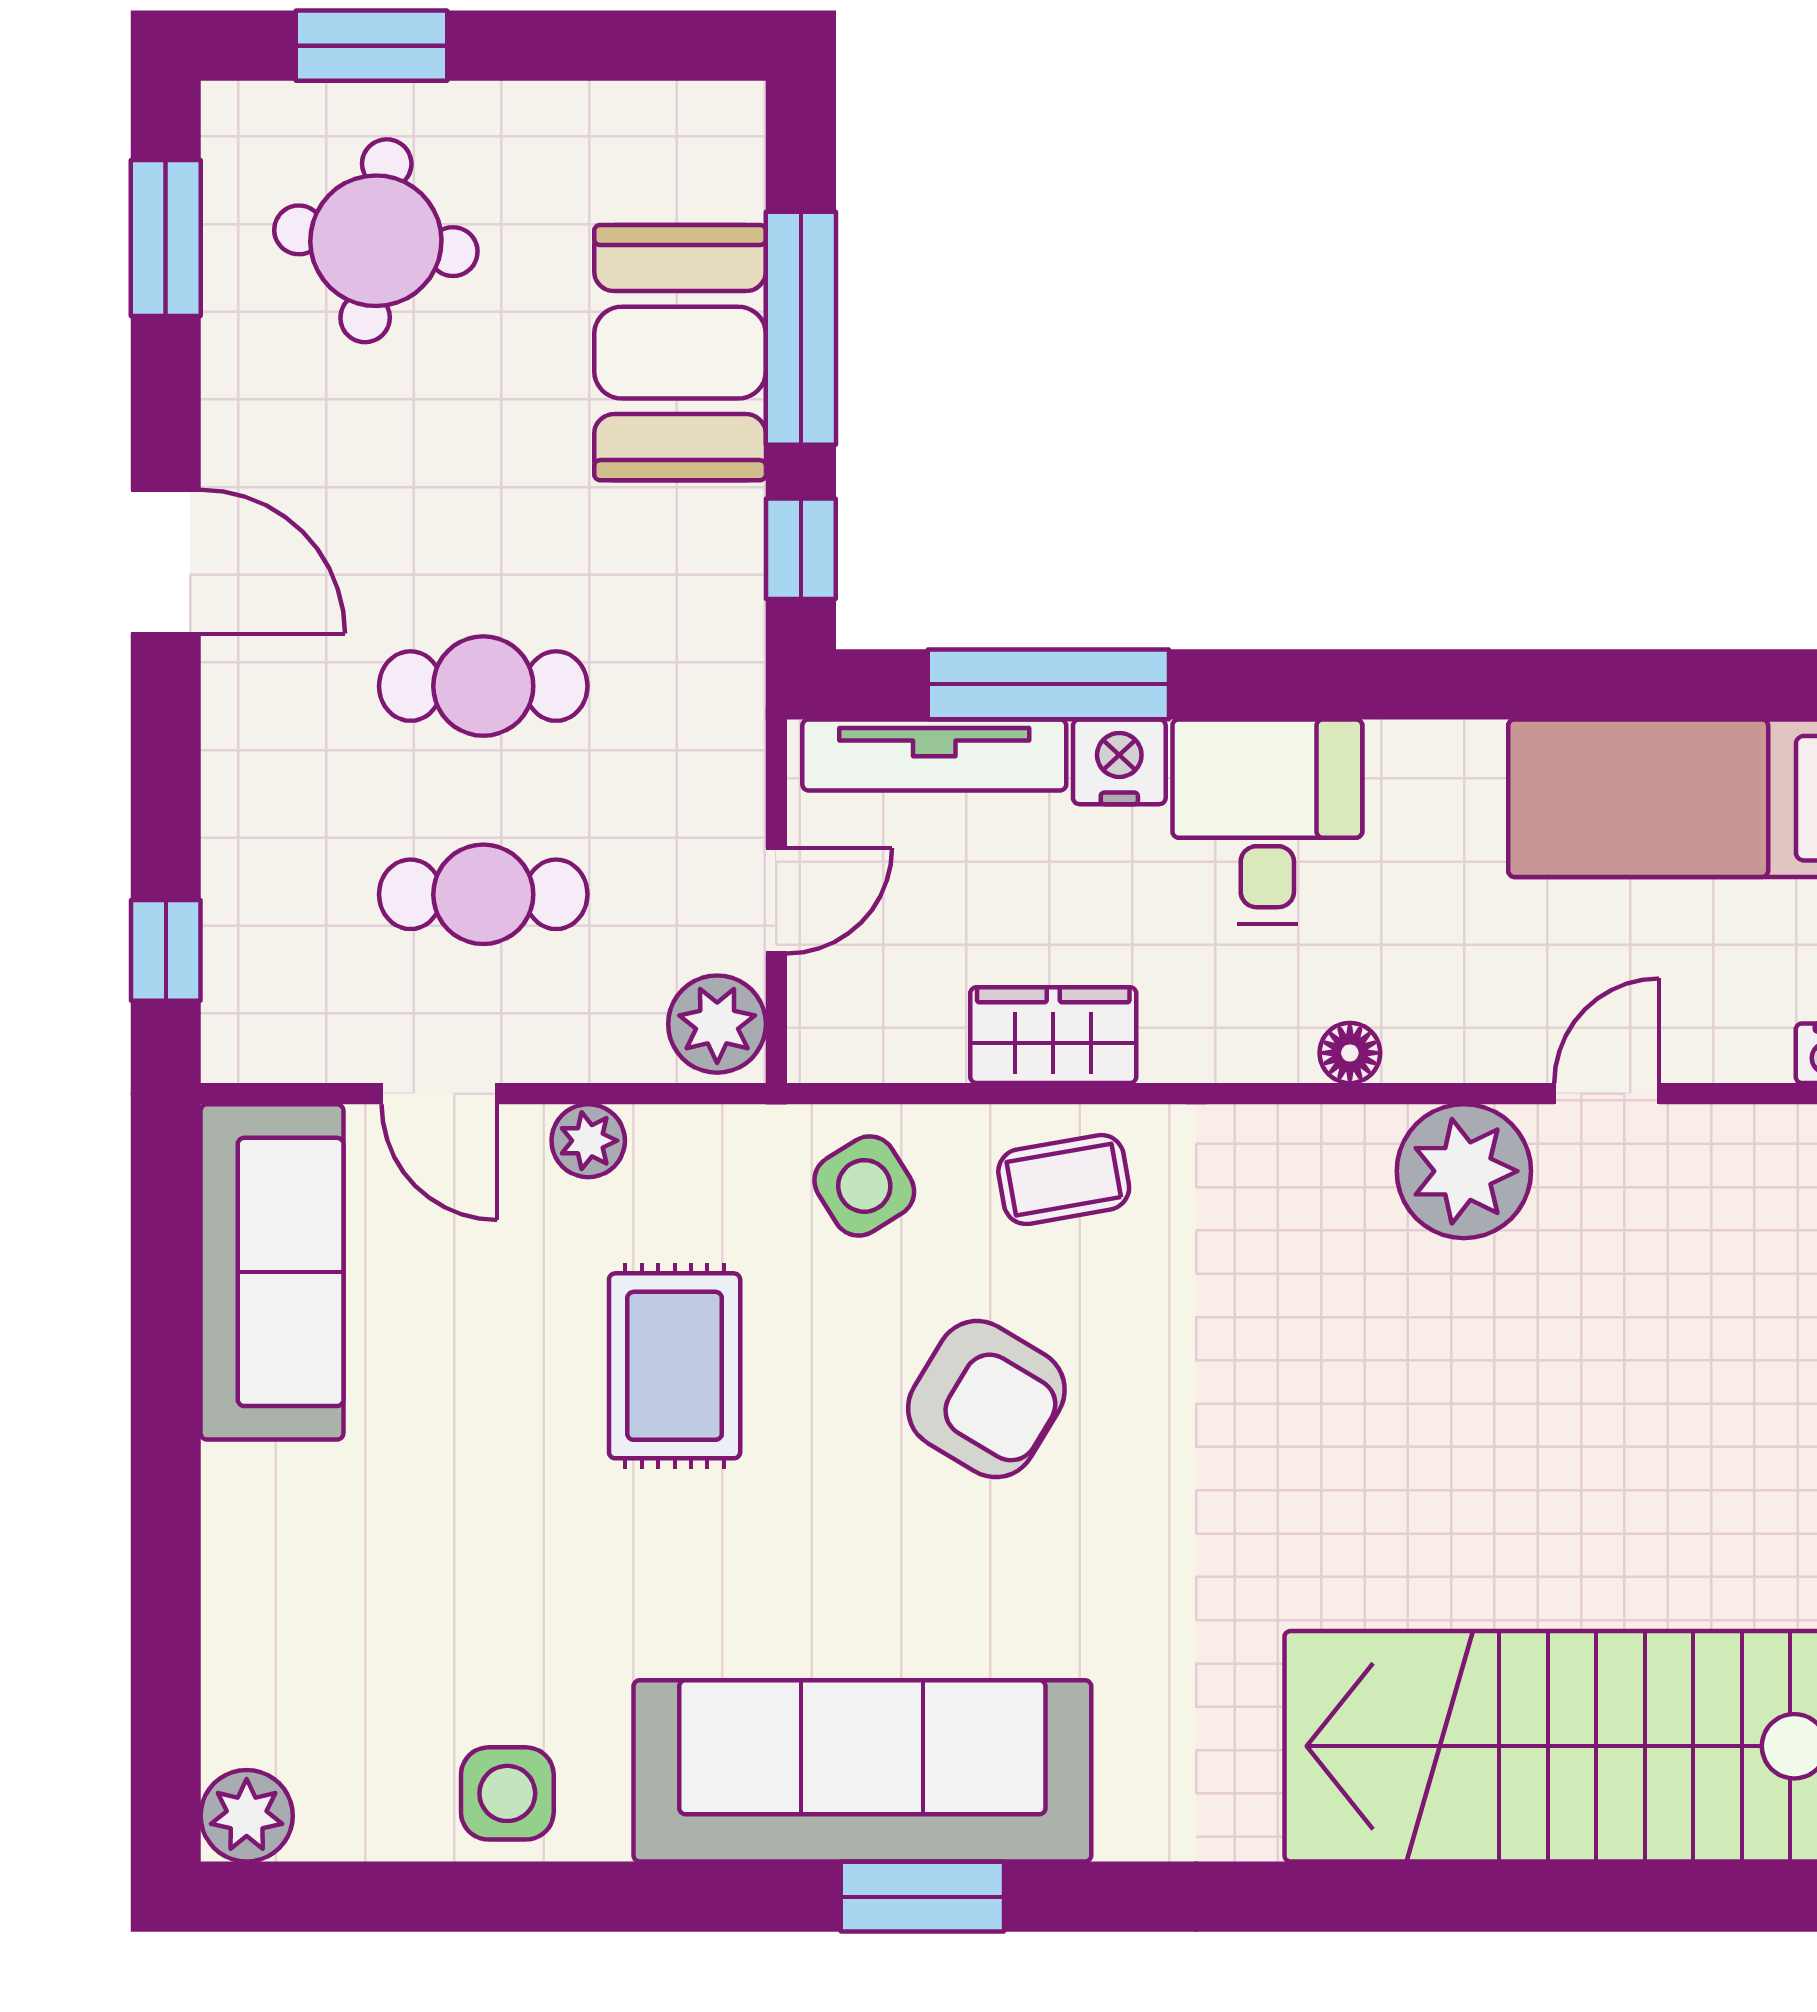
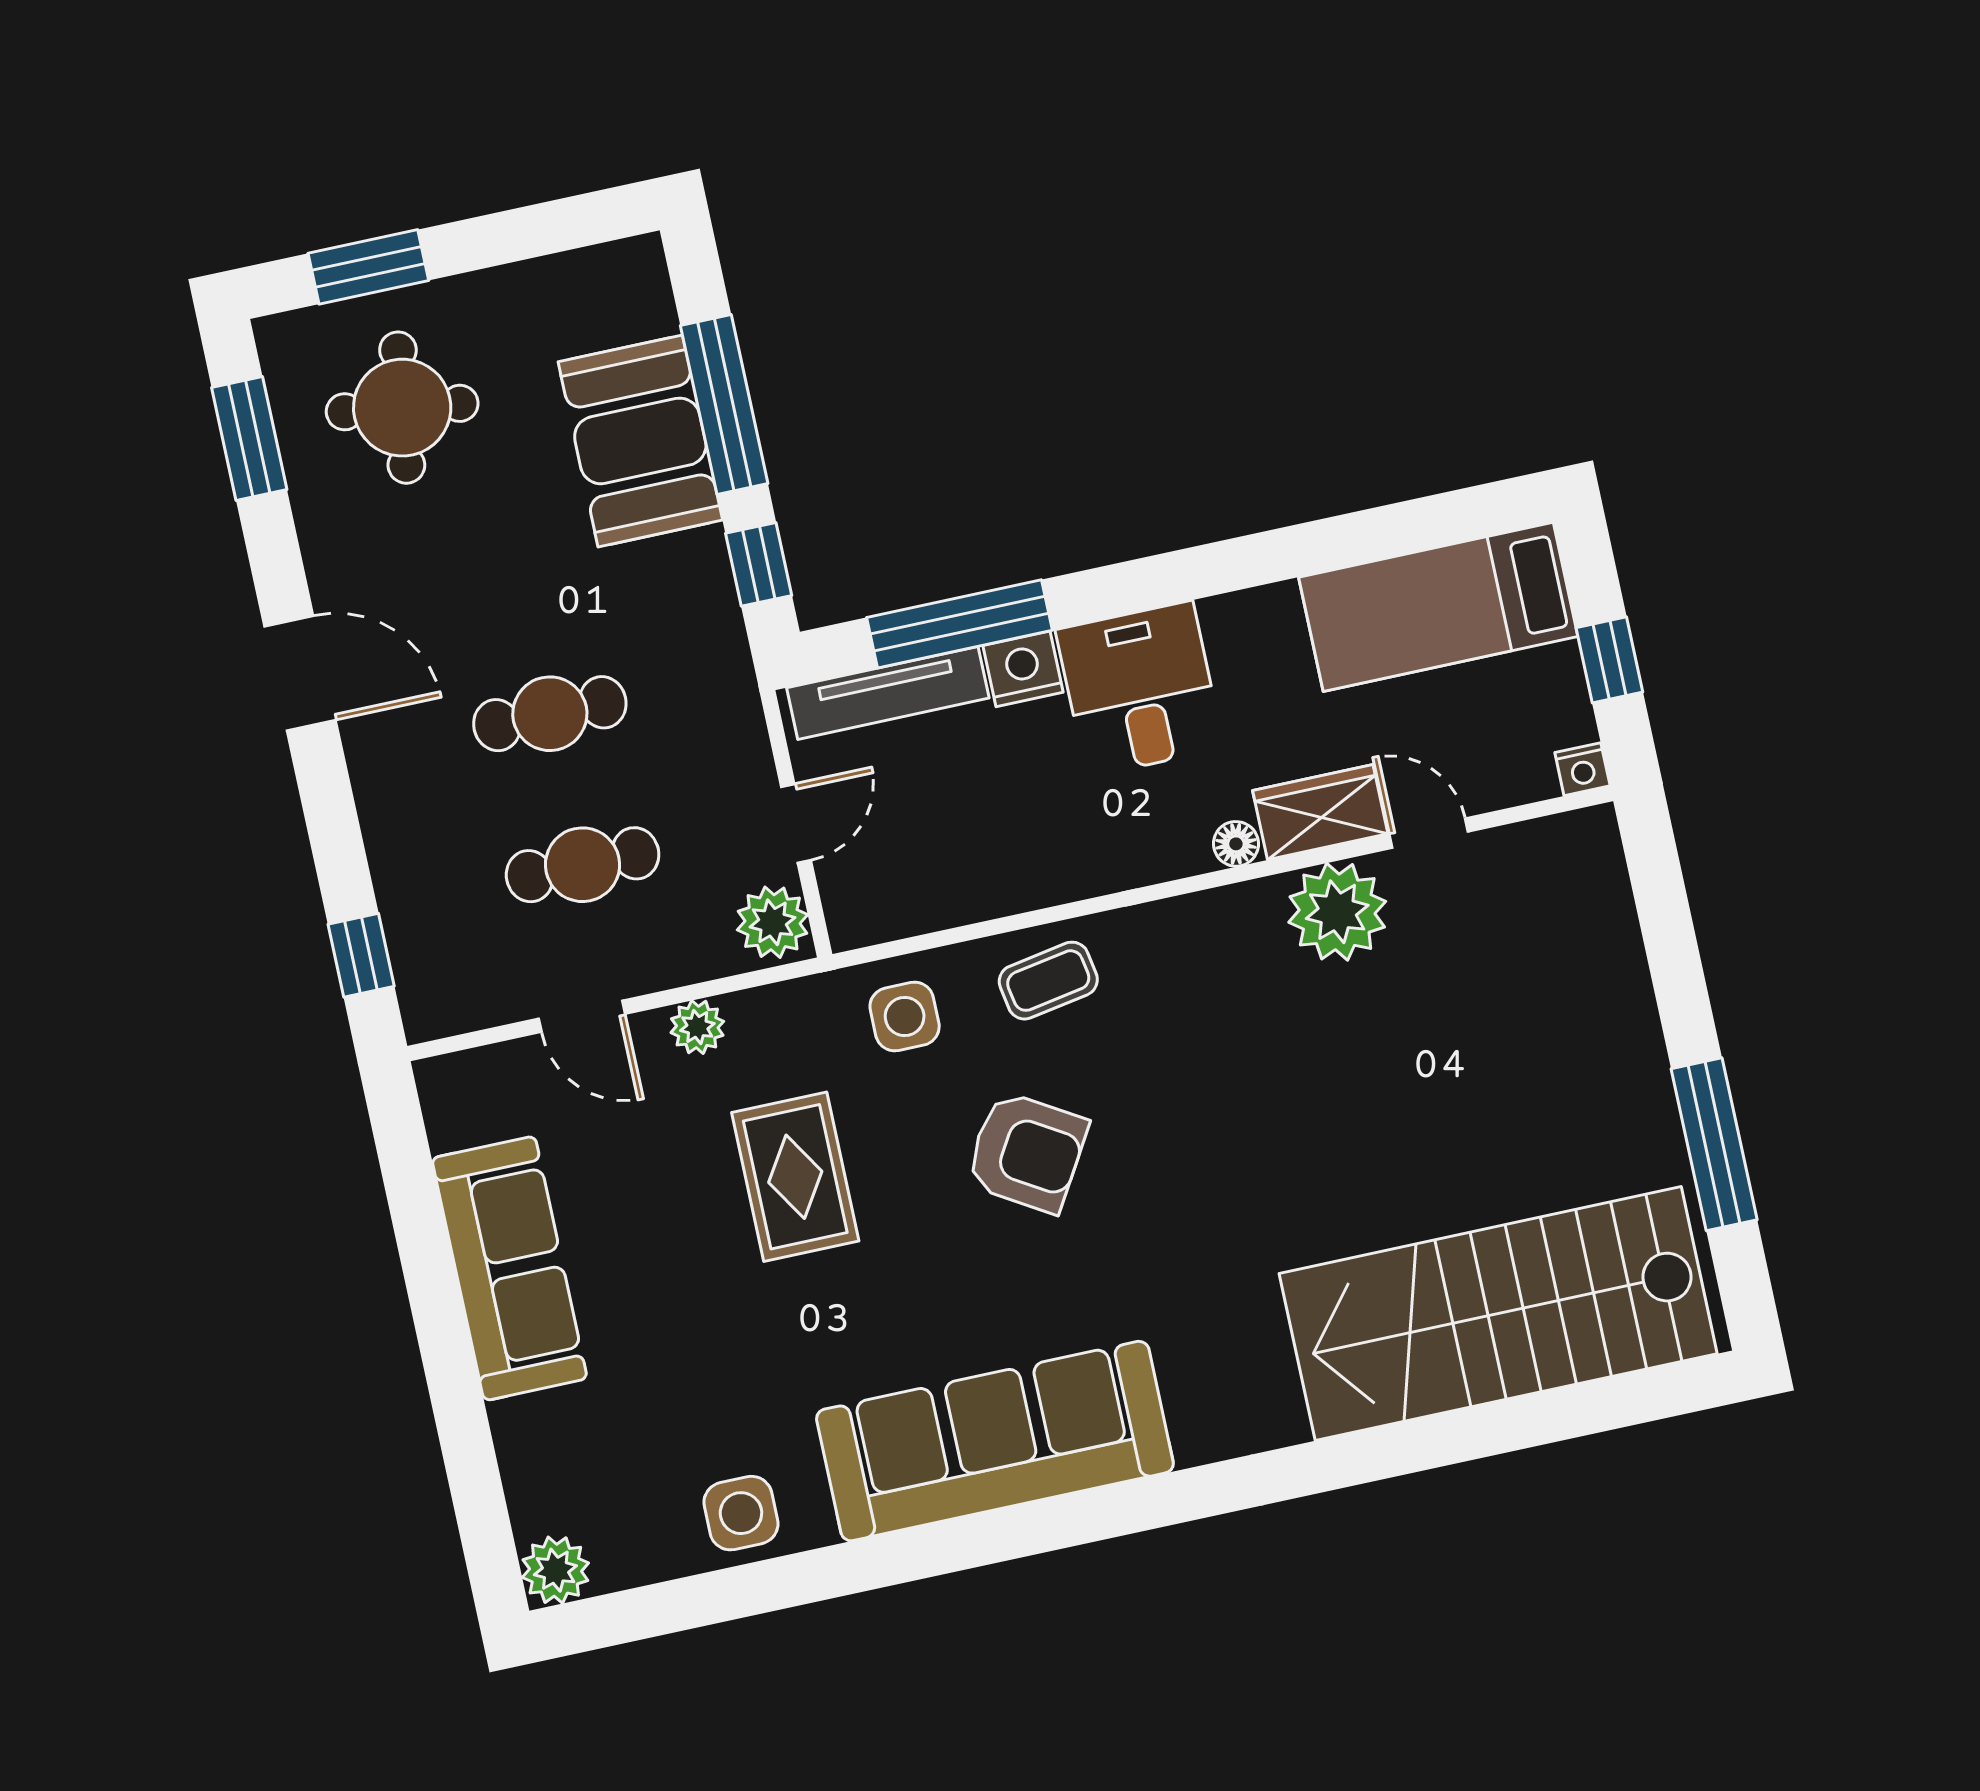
wardrobe: (1053, 1035) -> (1320, 812), moved
door: (1607, 1094) -> (1429, 833), hinge flipped
side table: (864, 1186) -> (905, 1017), turned 32
sofa: (272, 1272) -> (509, 1268), moved
window: (922, 1897) -> (1058, 1523), removed

